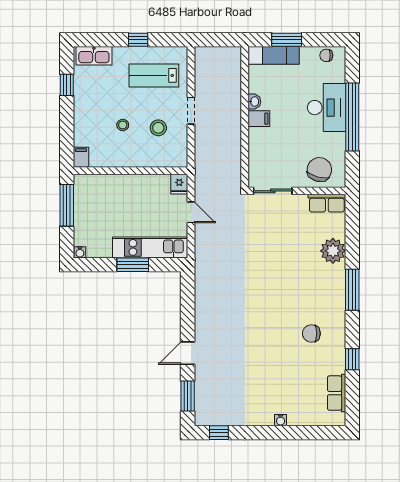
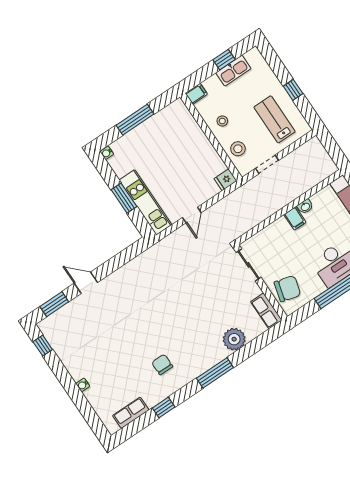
kitchen sink: (94, 56) -> (233, 71), moved, turned -90
filing cabinet: (81, 157) -> (196, 94), moved
wall: (131, 171) -> (211, 137), moved
fridge: (179, 184) -> (225, 180), moved

